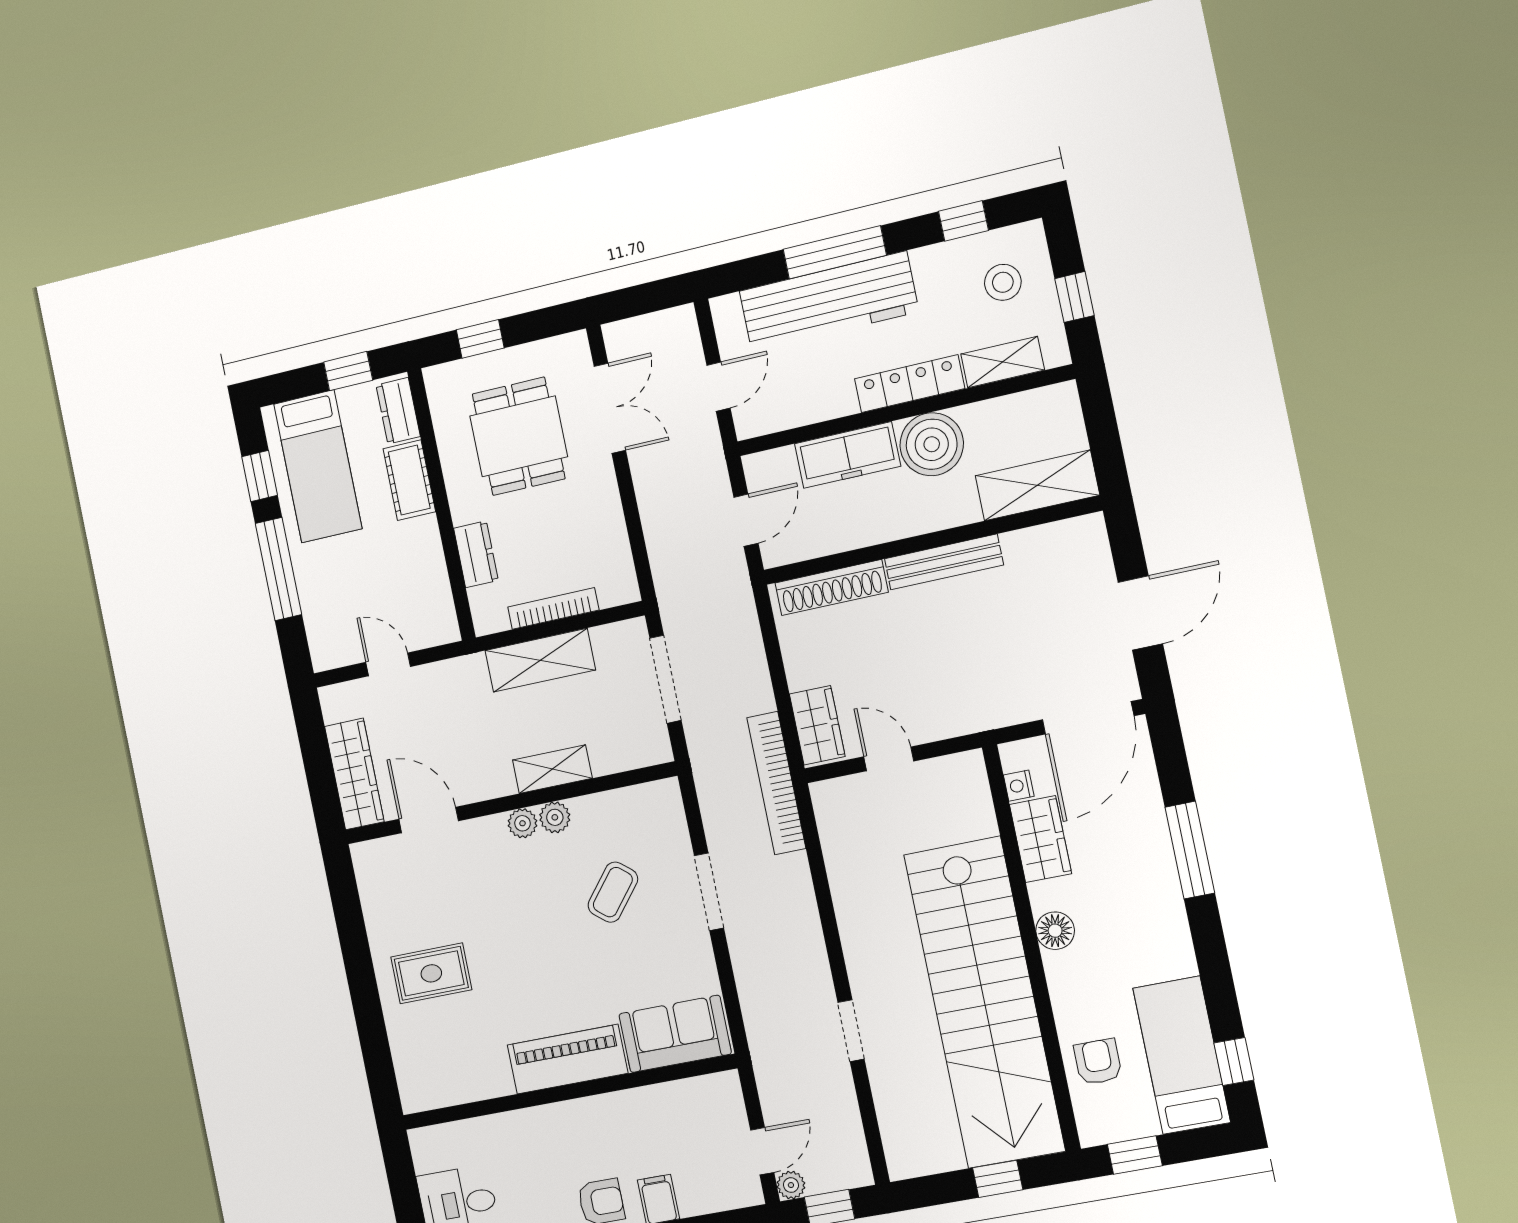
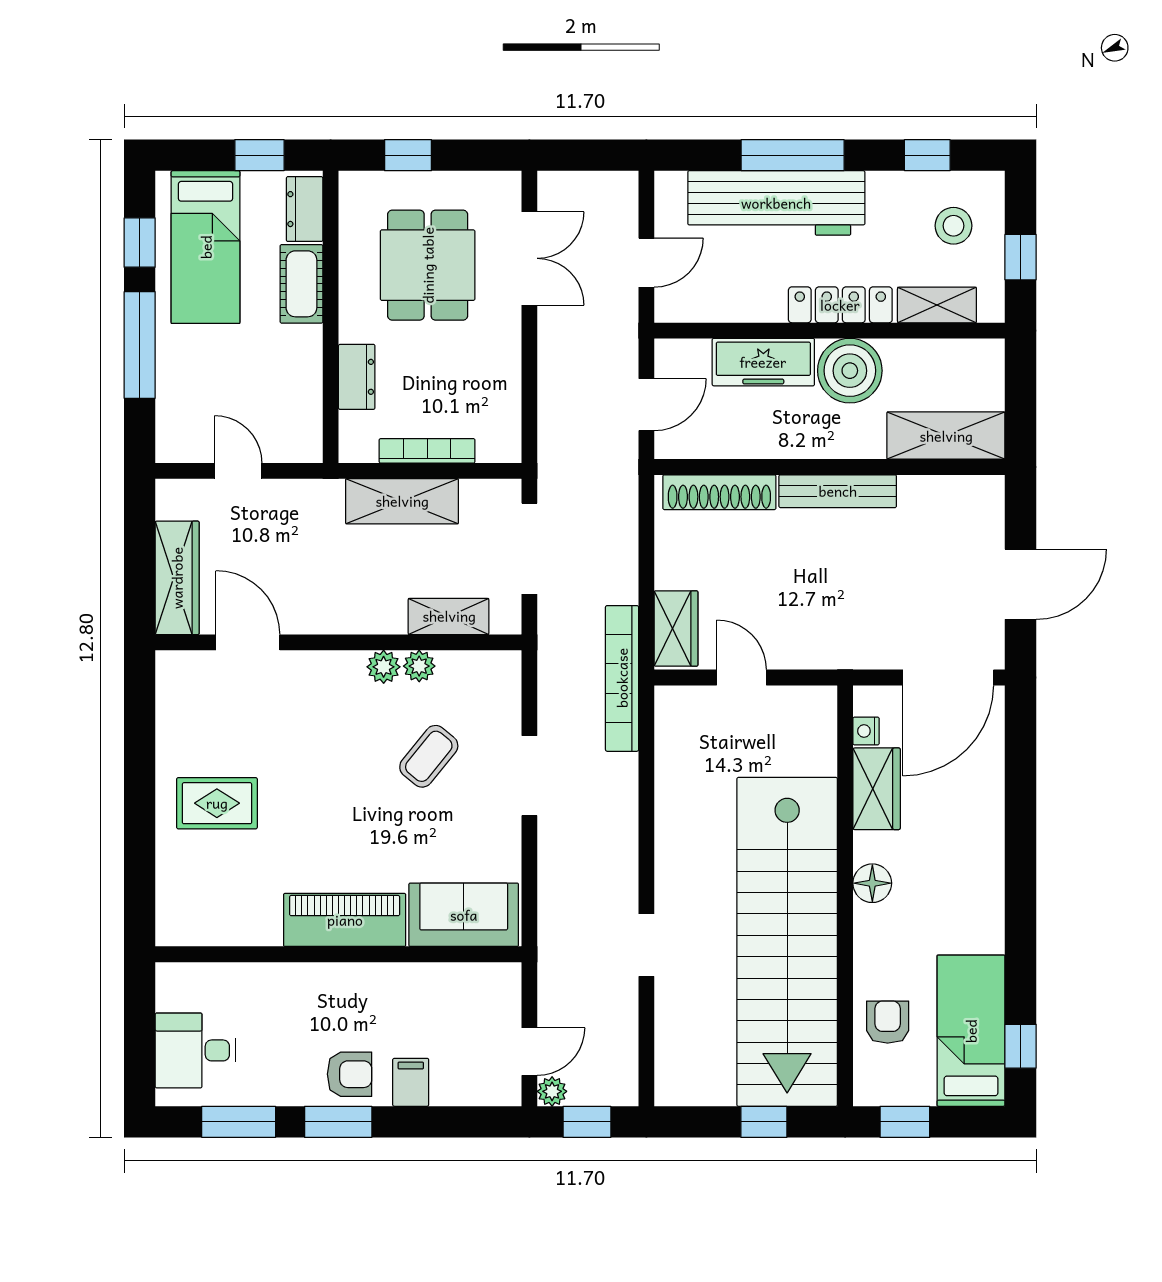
shelving: (552, 769) -> (449, 616), moved
plant: (522, 823) -> (419, 666), moved
window: (1190, 850) -> (1021, 829), removed

